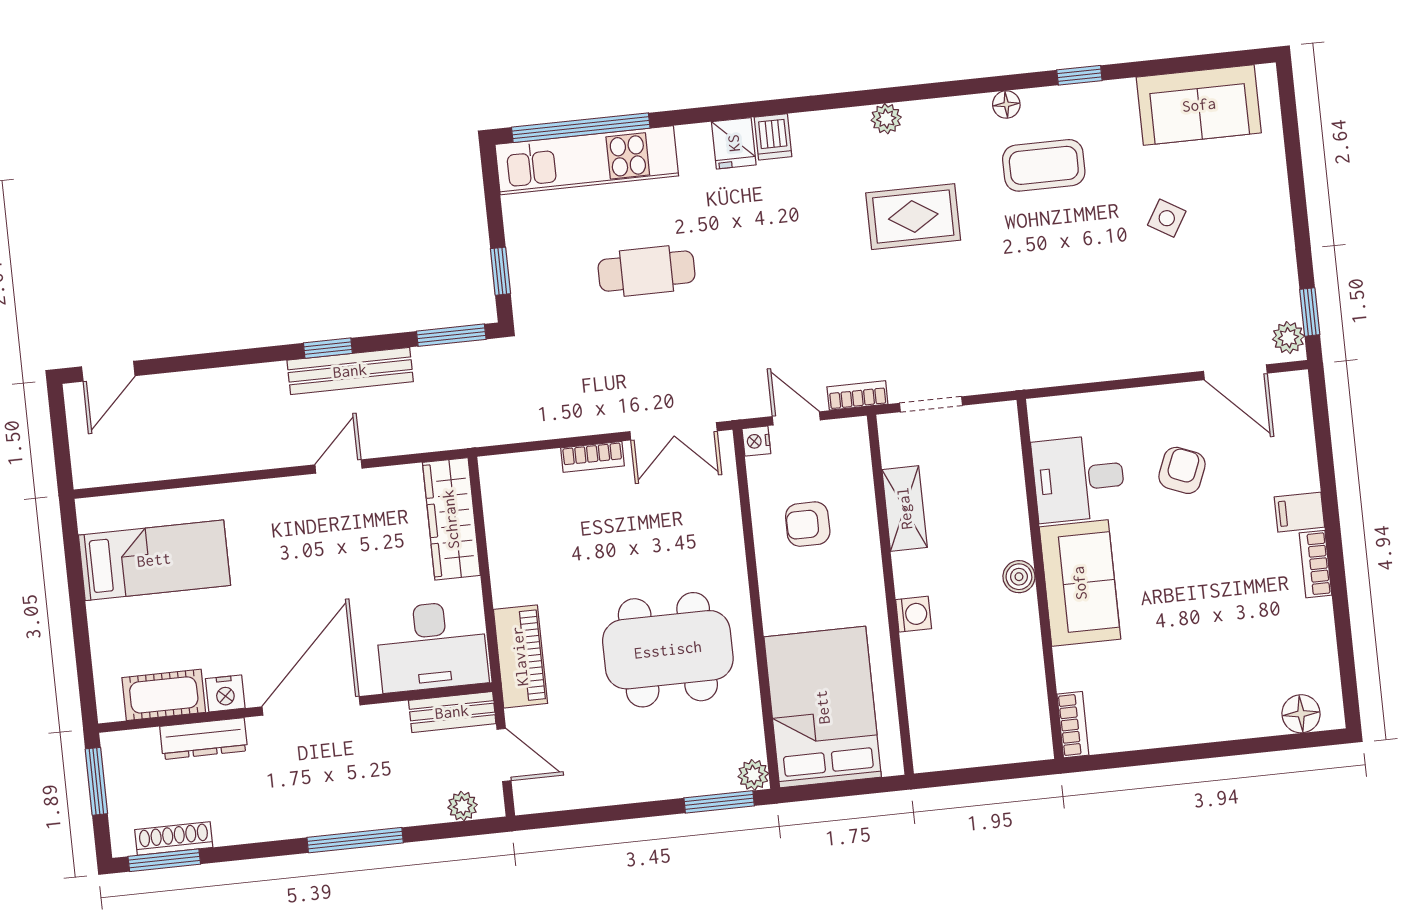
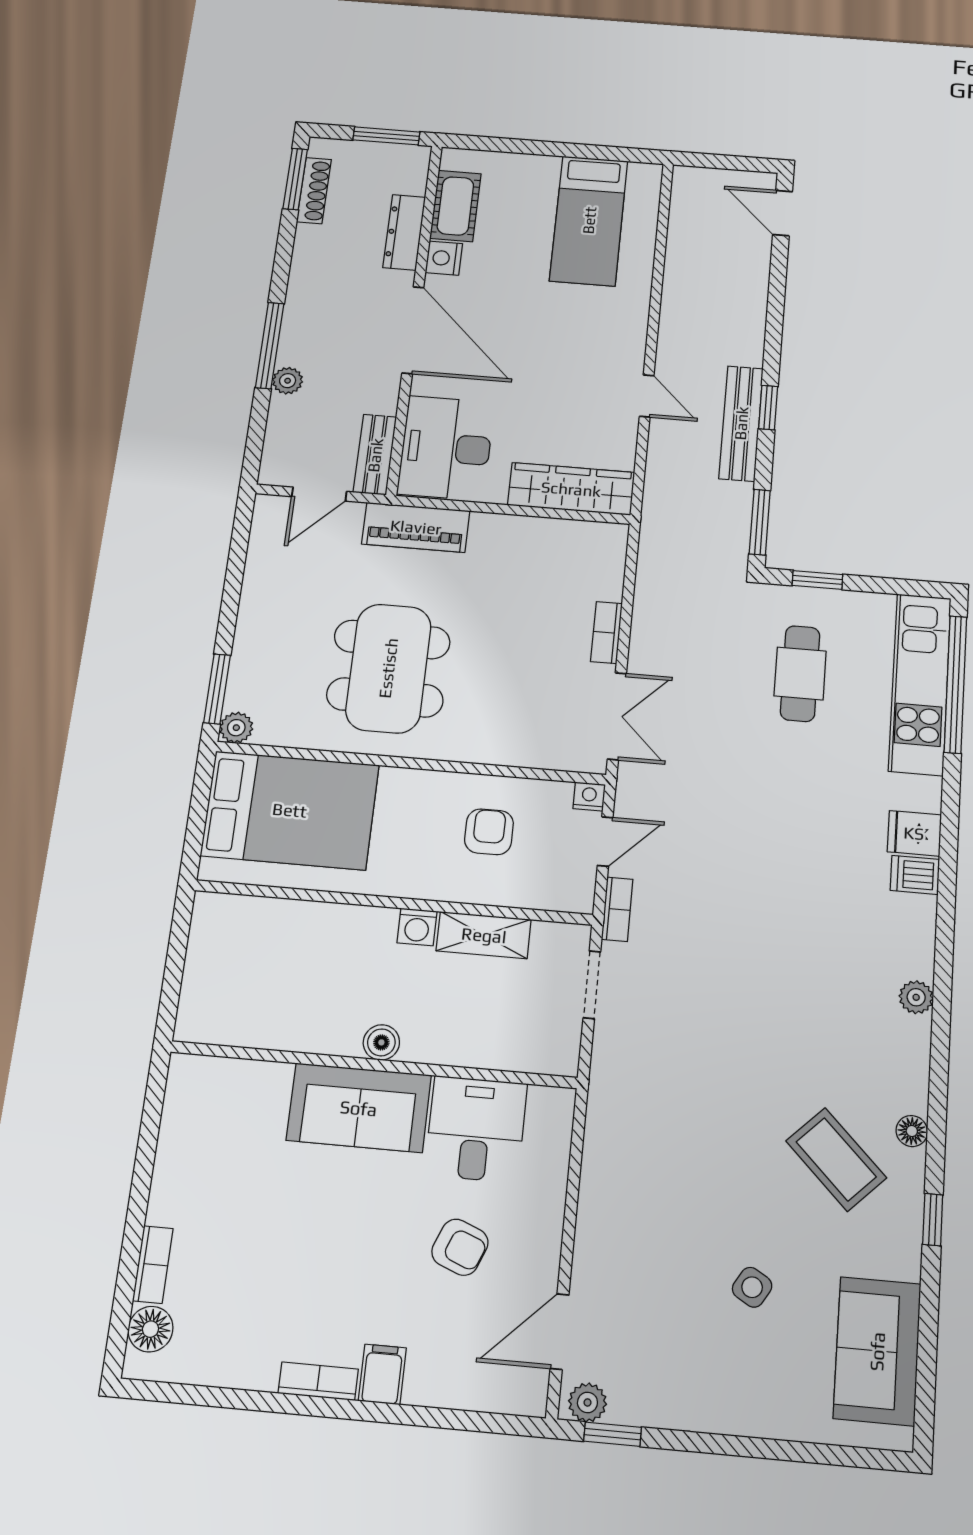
coffee table: (1044, 165) -> (836, 1159), turned -45
rug: (913, 217) -> (803, 1005), removed
cafe table: (647, 271) -> (800, 673), moved
double door: (674, 431) -> (617, 716), swing flipped
washing machine: (914, 614) -> (417, 927), moved
bookcase: (1073, 725) -> (153, 1265), moved, turned -90
plant: (463, 806) -> (288, 381), moved

